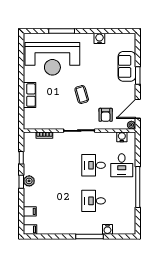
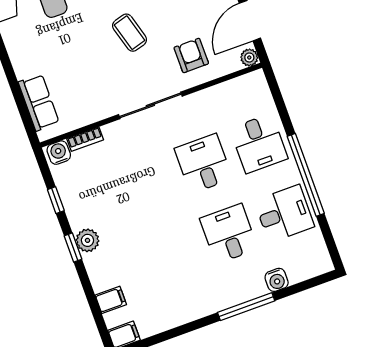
row of seats: (30, 95) -> (39, 102), moved
armchair: (106, 115) -> (191, 55), turned 180
water cooler: (122, 137) -> (59, 153), moved
desk: (94, 165) -> (203, 164), turned 90
desk: (94, 201) -> (229, 234), turned 90
desk: (122, 201) -> (284, 214), added

